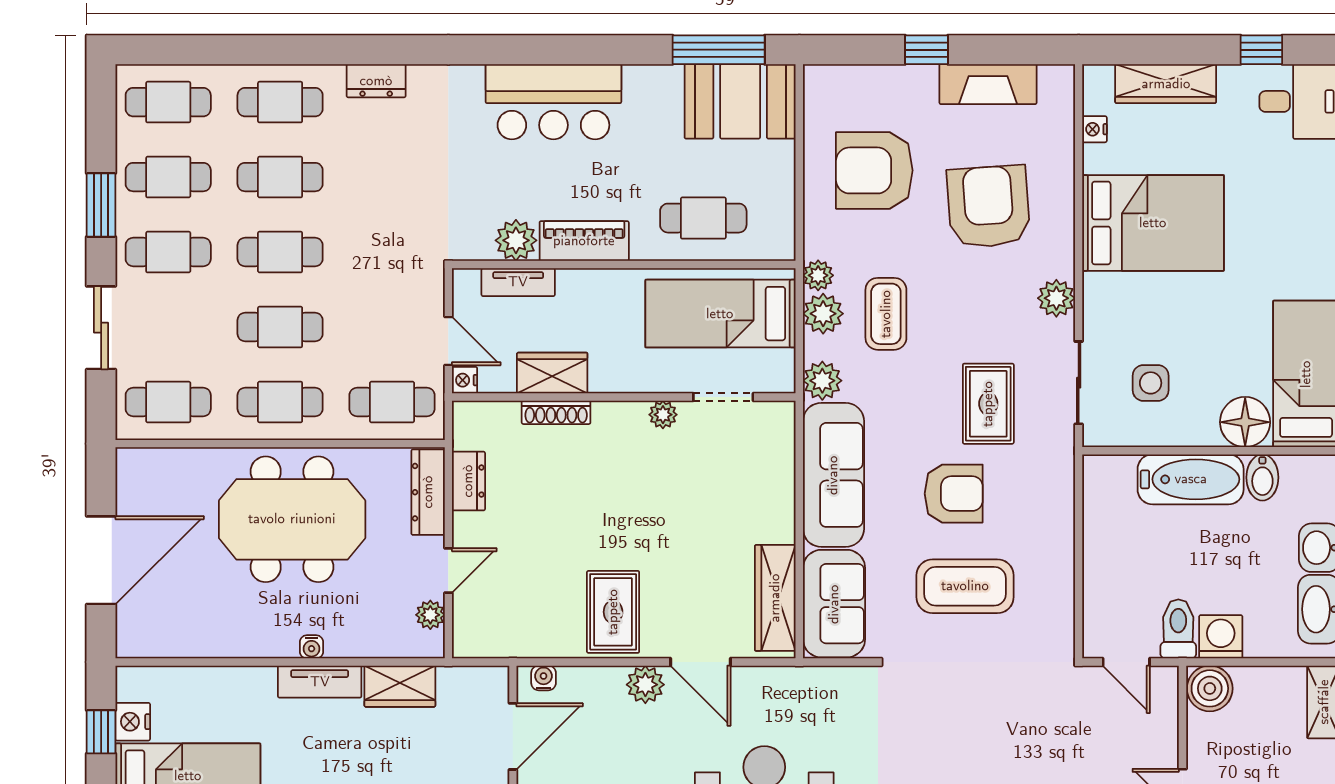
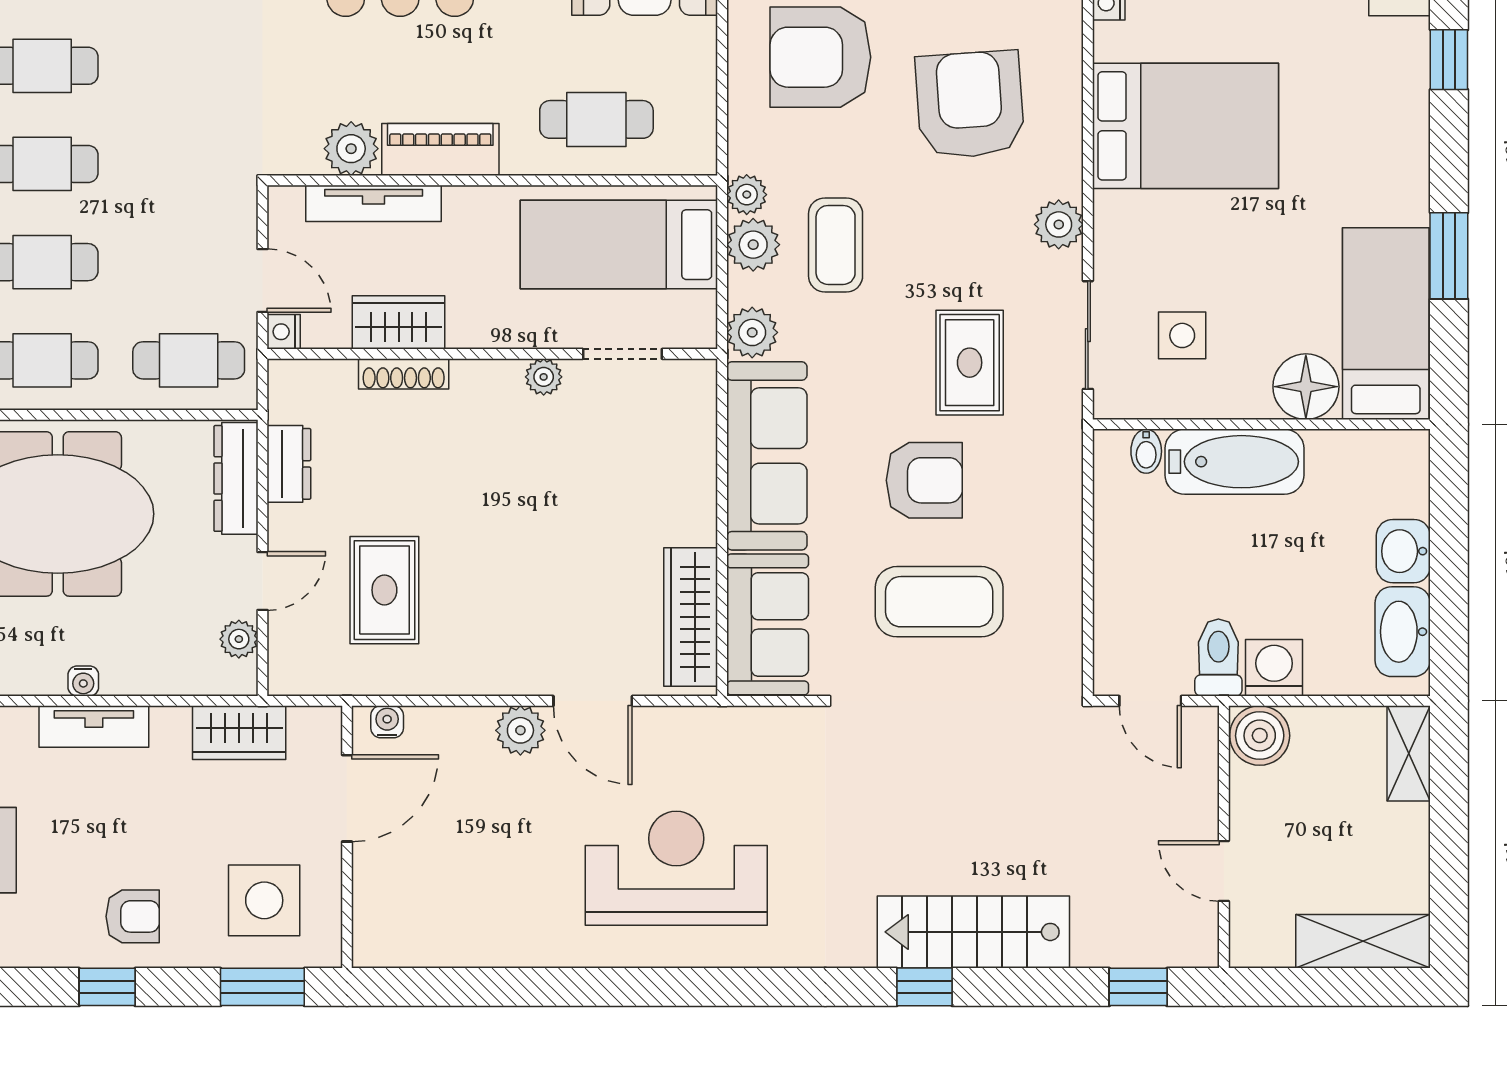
tv unit: (518, 282) -> (374, 203), width x1.41
bidet: (1262, 477) -> (1146, 451), moved, width x0.72, depth x0.74
rug: (613, 612) -> (384, 590), moved
wardrobe: (400, 686) -> (239, 733), moved

